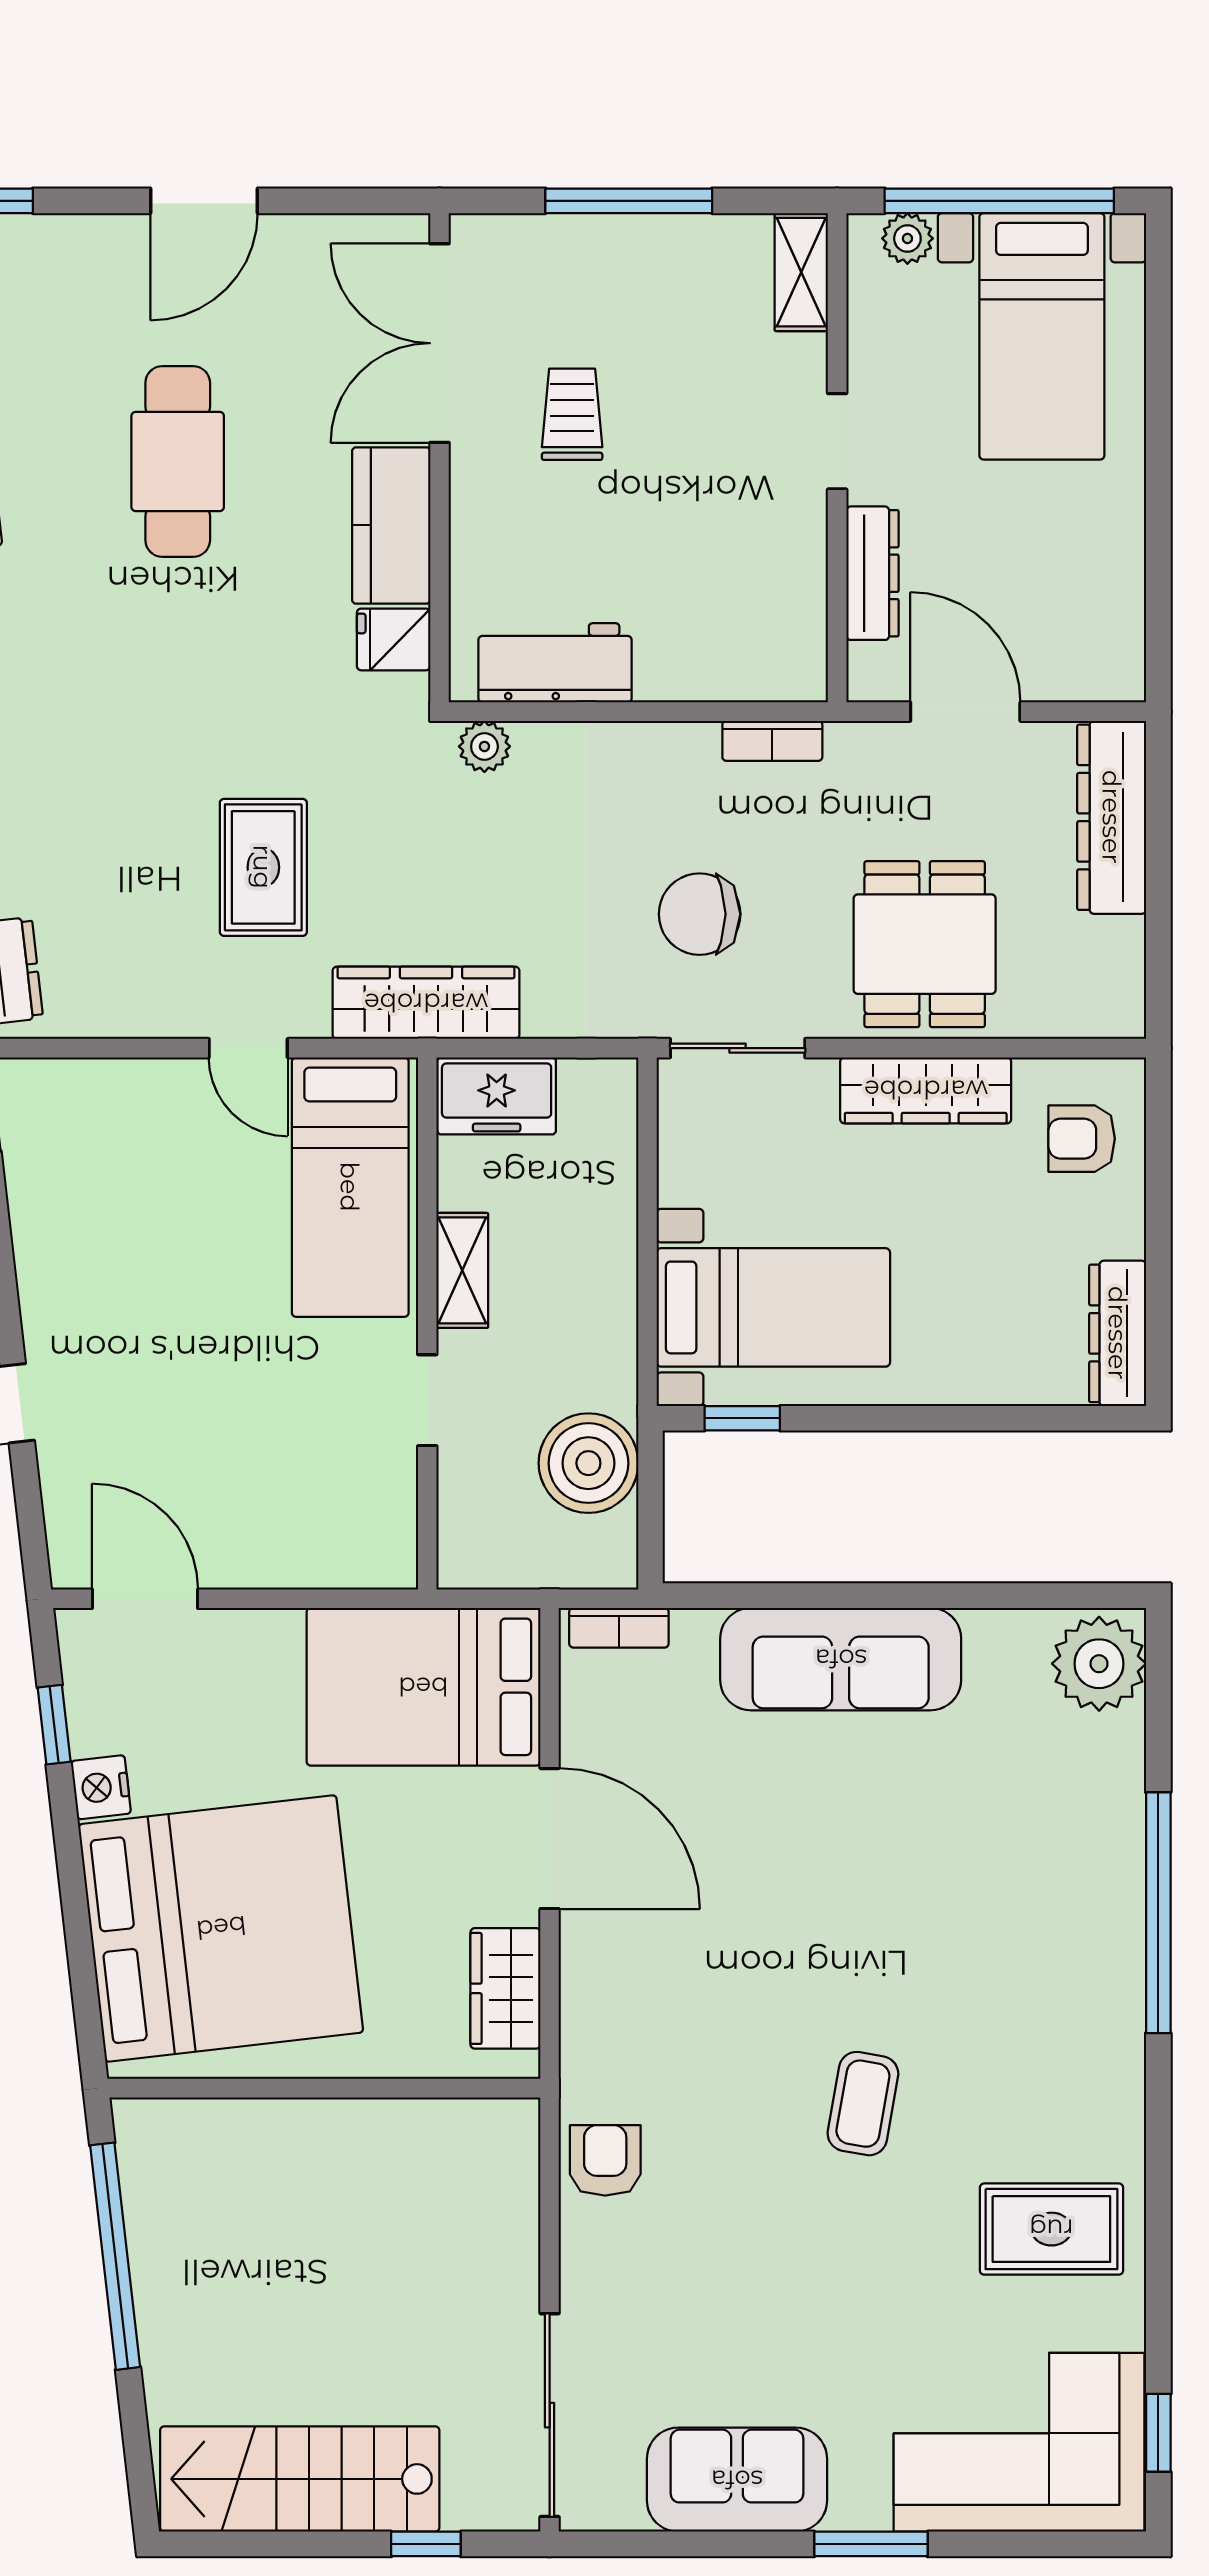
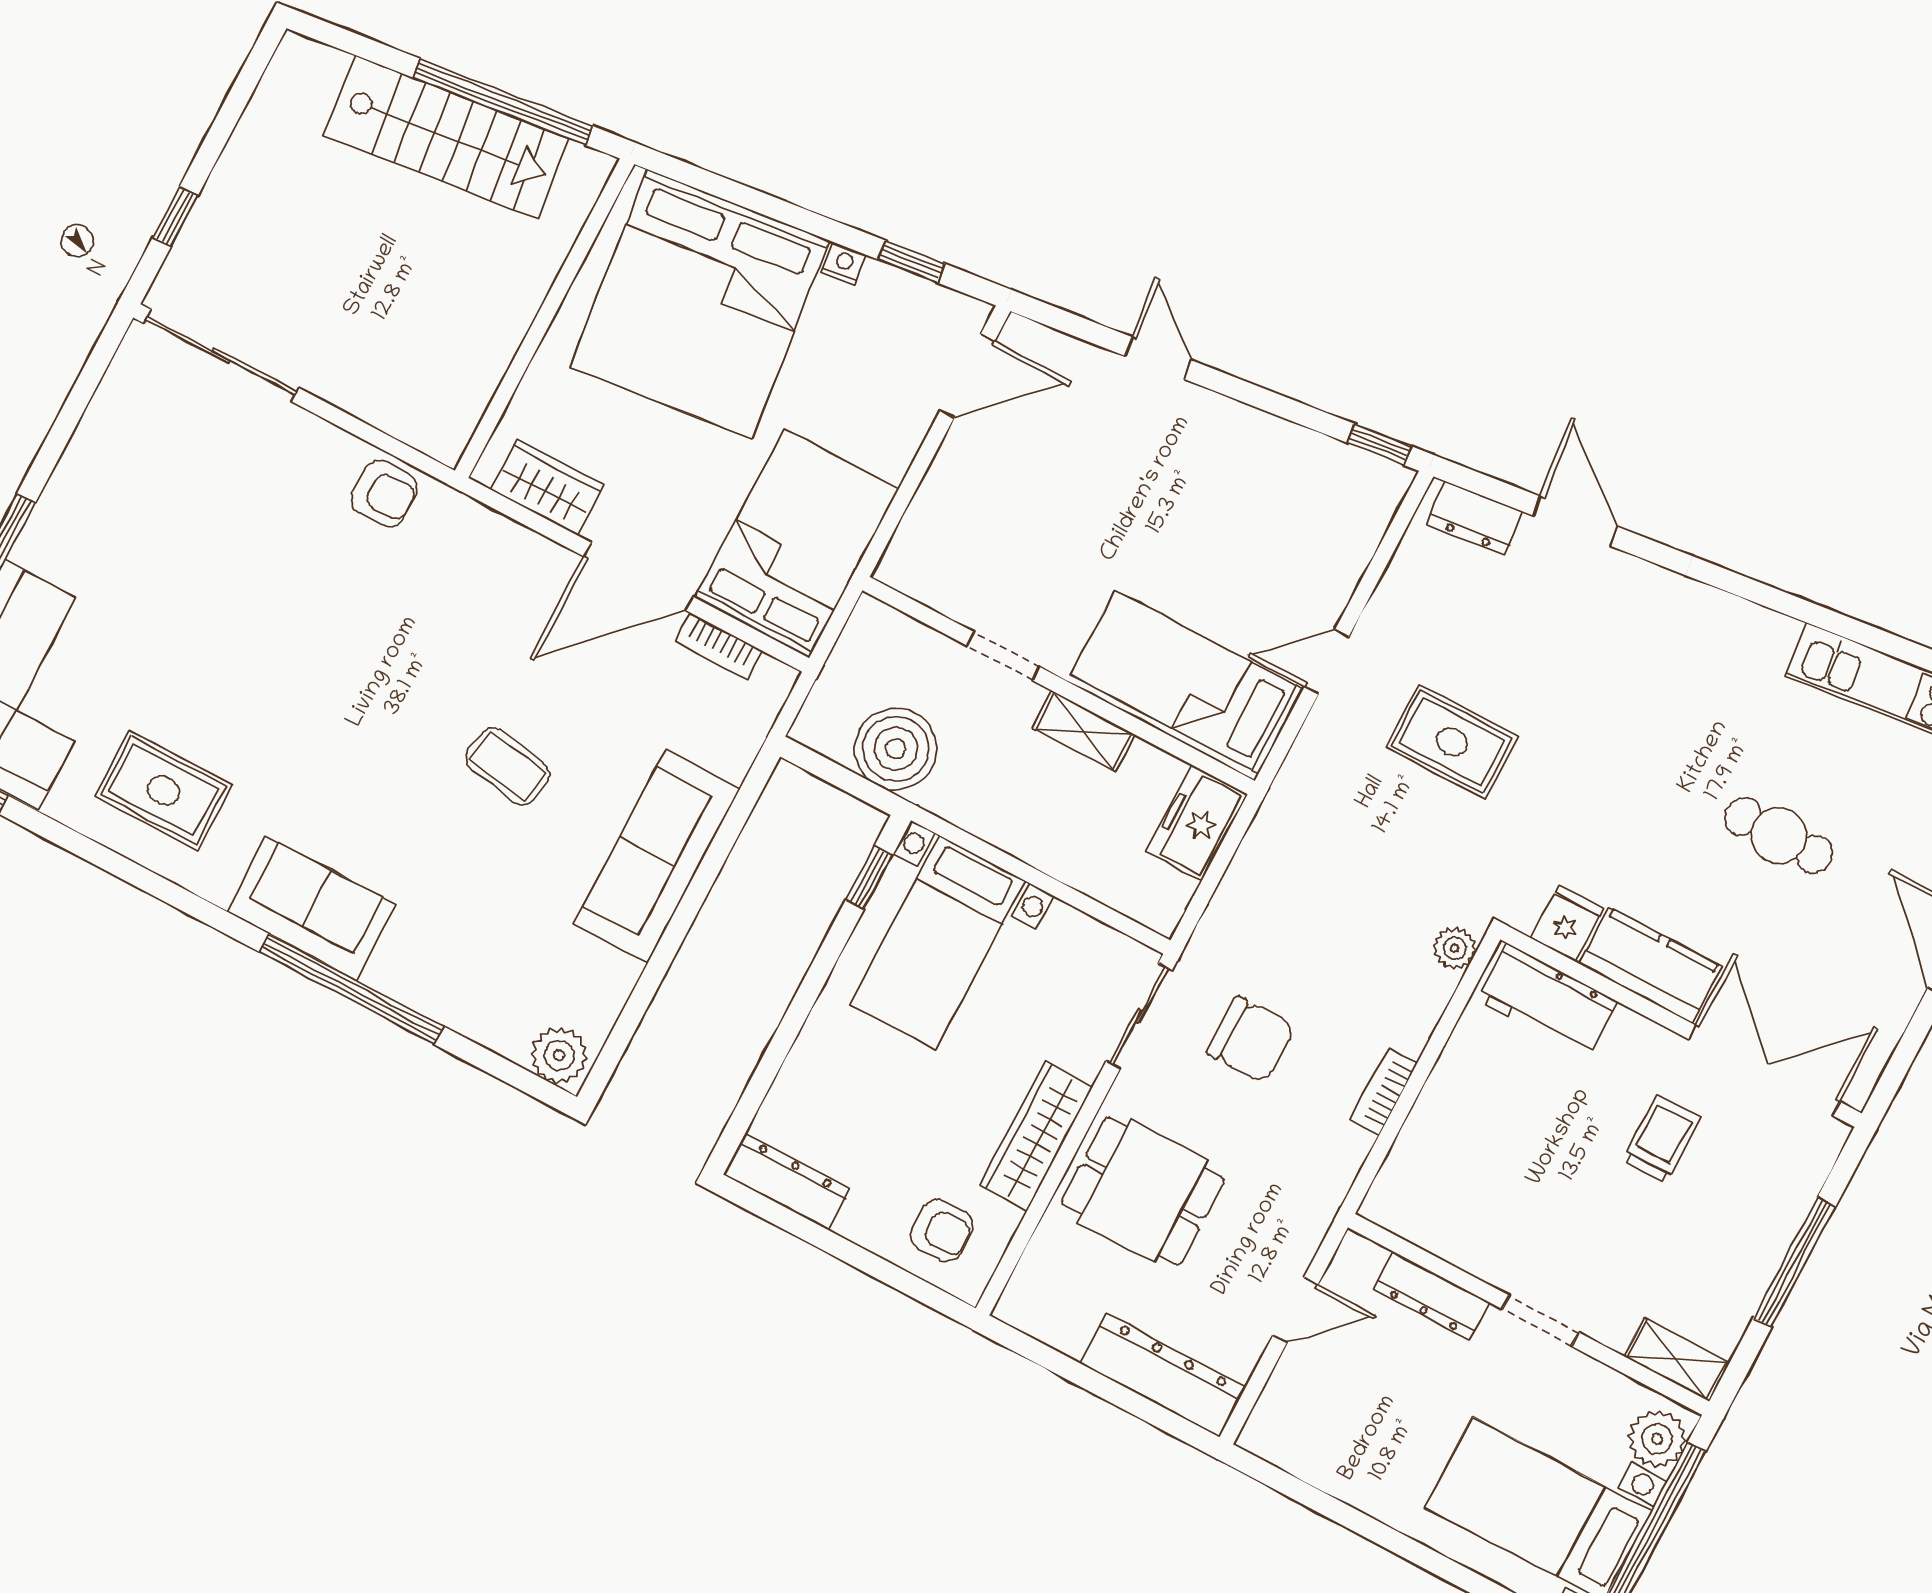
plant: (907, 238) -> (1657, 1439), width x1.38, depth x1.38
trolley: (572, 414) -> (1662, 1139), turned -90
cafe table: (178, 462) -> (1779, 835), width x0.73, depth x0.74
workbench: (555, 663) -> (1547, 1001), moved, turned 90
door: (965, 712) -> (1295, 1310), width x0.73
bookcase: (772, 741) -> (1384, 1092), moved
chair: (700, 914) -> (1251, 1040), turned 90
wardrobe: (426, 1003) -> (1291, 808), removed
armchair: (1082, 1139) -> (942, 1230), turned 90
bookcase: (619, 1628) -> (719, 646), moved, turned -90
plant: (1099, 1664) -> (559, 1056), width x0.73, depth x0.73
nightstand: (101, 1787) -> (844, 264), width x0.72, depth x0.74
coffee table: (863, 2104) -> (508, 766), moved
rug: (1051, 2229) -> (163, 790), turned 90
stairs: (300, 2479) -> (446, 137), moved, turned 83
sofa: (737, 2480) -> (311, 908), moved, turned -90

